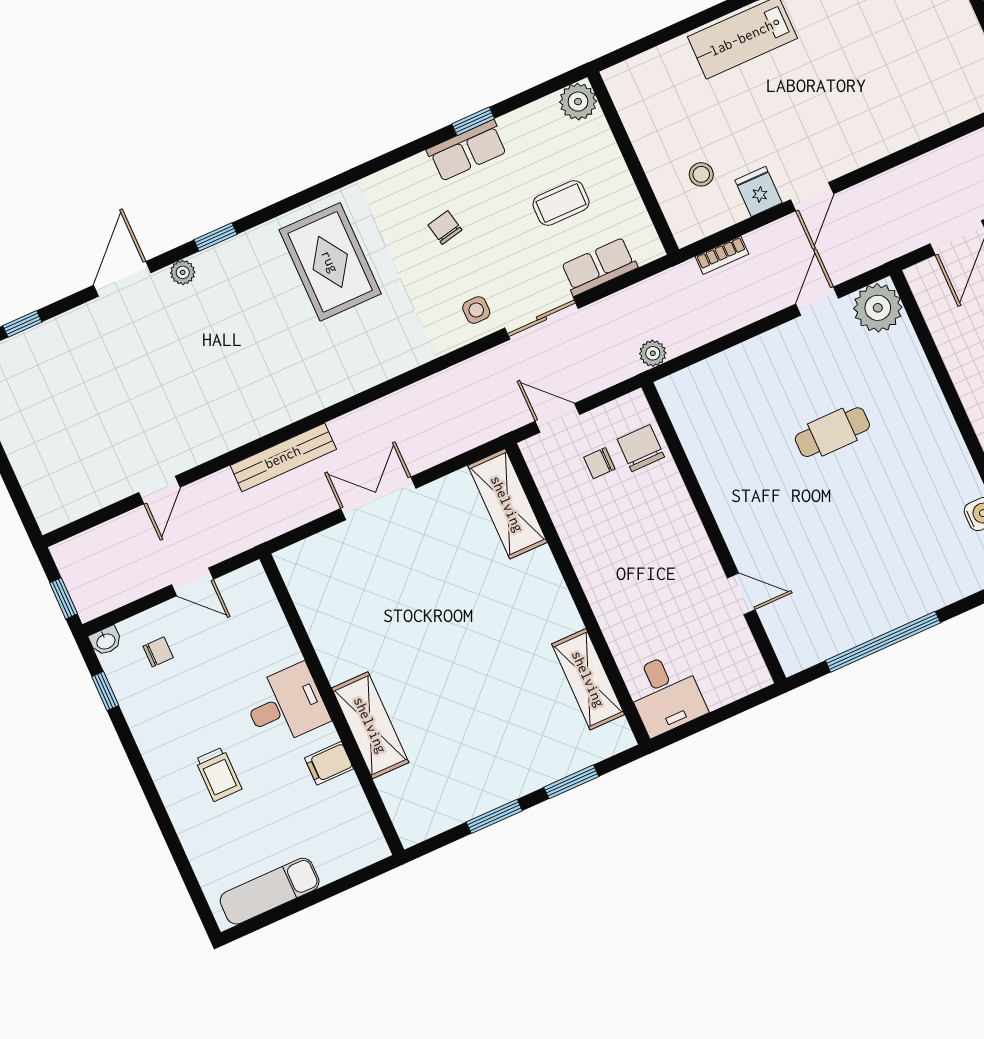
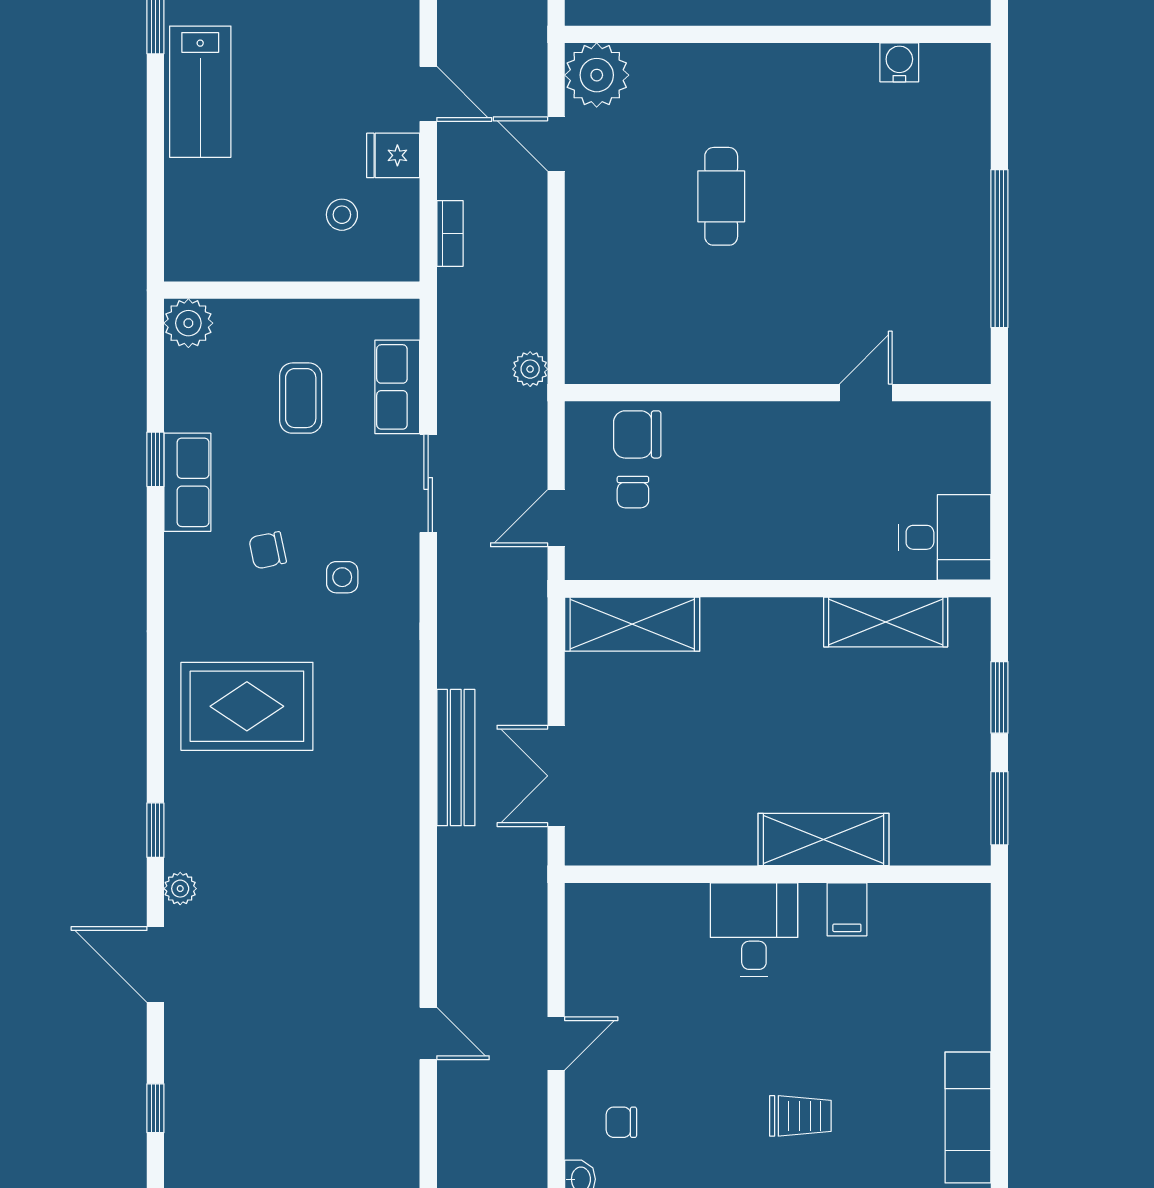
side table: (476, 310) -> (342, 577), moved
bench: (283, 457) -> (456, 758), moved
chair: (158, 652) -> (621, 1122), turned -90
wall: (332, 704) -> (778, 874), moved
desk: (286, 705) -> (754, 930), moved
shelving: (370, 725) -> (823, 840), moved
filing cabinet: (329, 763) -> (847, 909), moved

